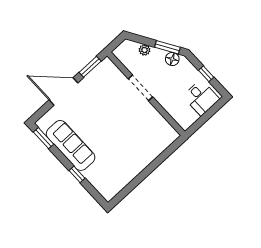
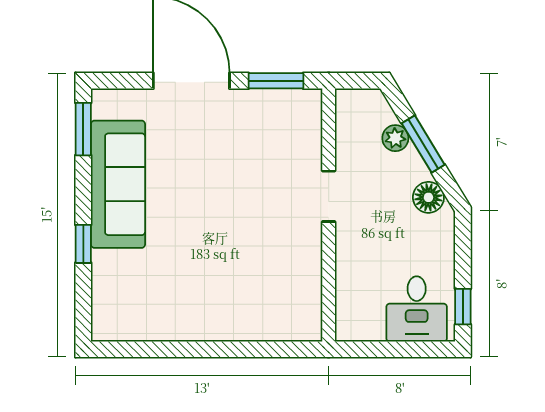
window: (167, 47) -> (423, 144), moved
window: (206, 74) -> (463, 307), moved
doorway: (140, 88) -> (329, 196), width x0.73

